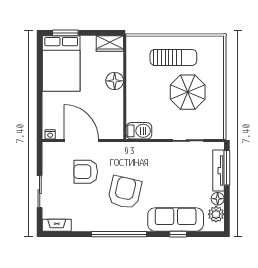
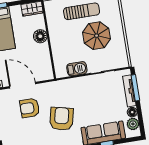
barbecue: (139, 131) -> (77, 69), moved

